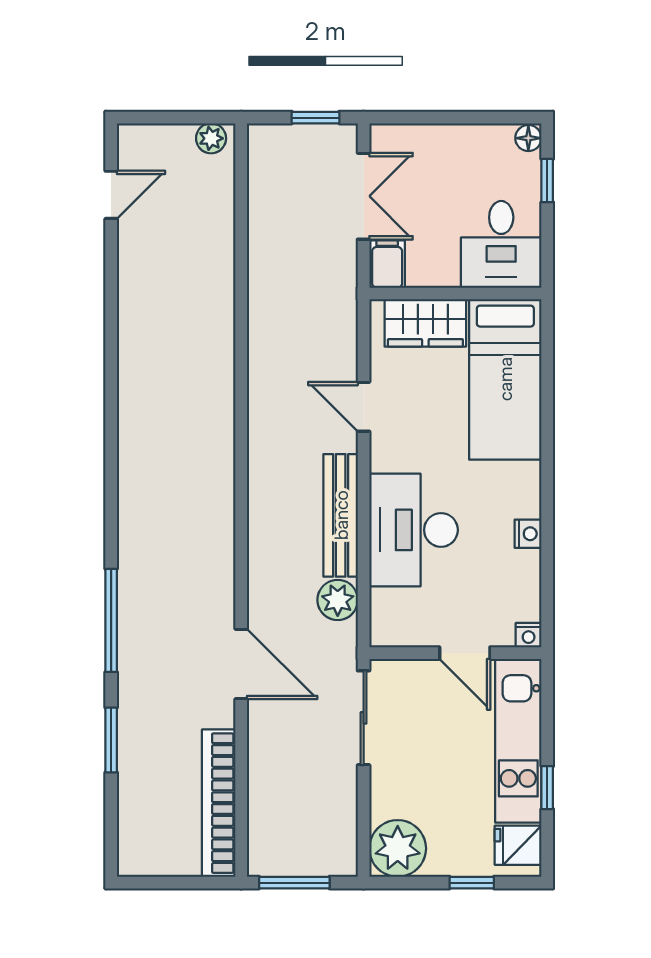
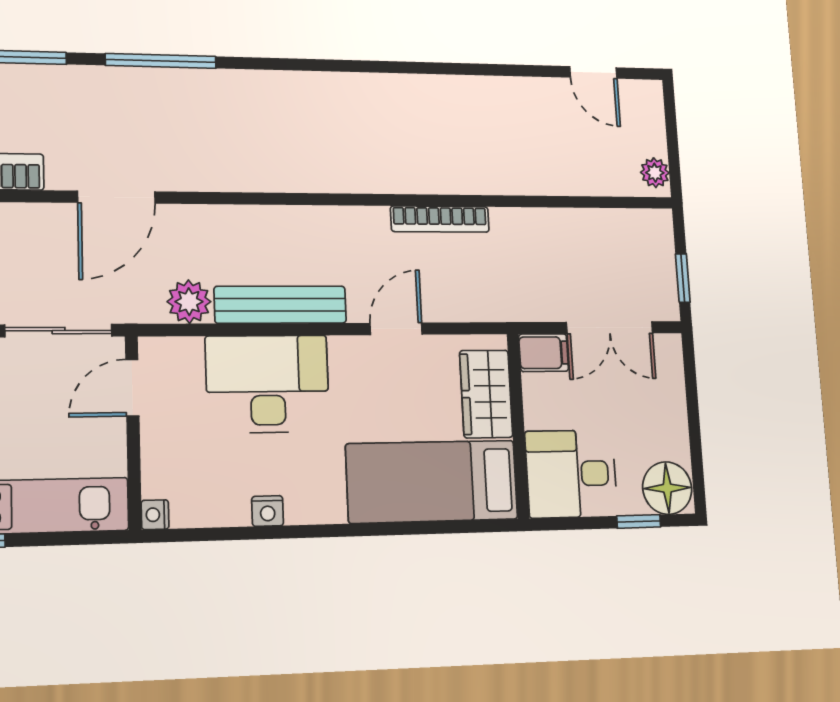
floor lamp: (528, 138) -> (667, 488), width x1.89, depth x1.89
bookcase: (259, 359) -> (440, 219), added
door: (465, 653) -> (132, 388), moved

